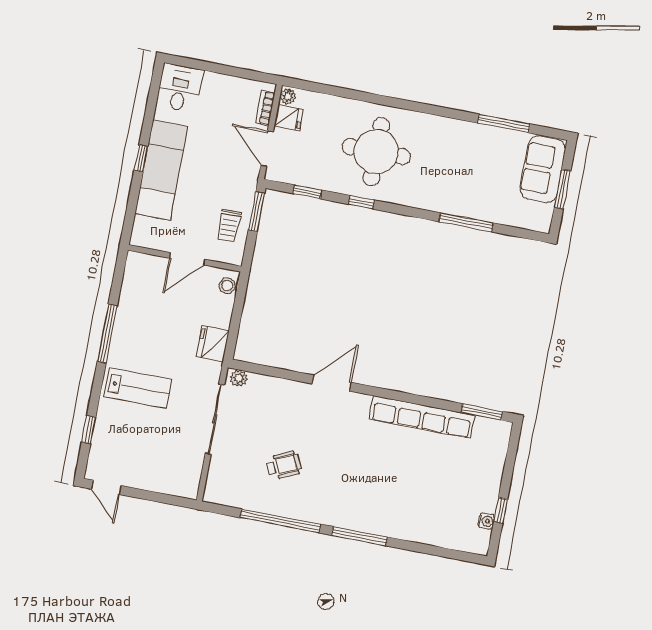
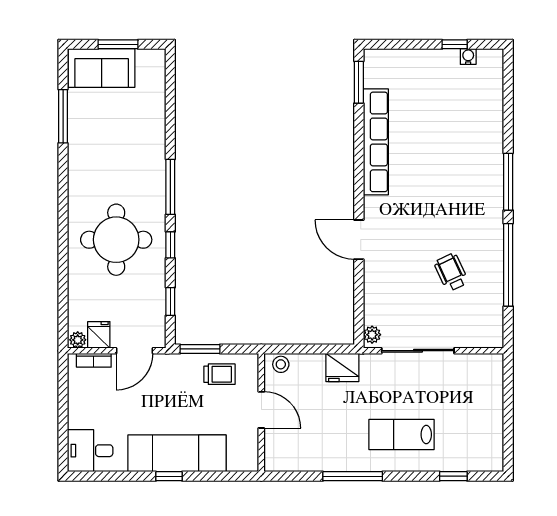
window: (466, 222) -> (170, 187), moved
lab bench: (138, 388) -> (401, 435), turned -90
door: (106, 487) -> (508, 447), removed

